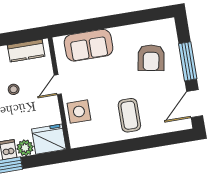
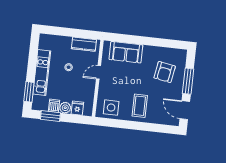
door: (195, 104) -> (185, 110), hinge flipped
side table: (79, 112) -> (111, 108), moved
fridge: (49, 139) -> (77, 108), width x0.53, depth x0.75

